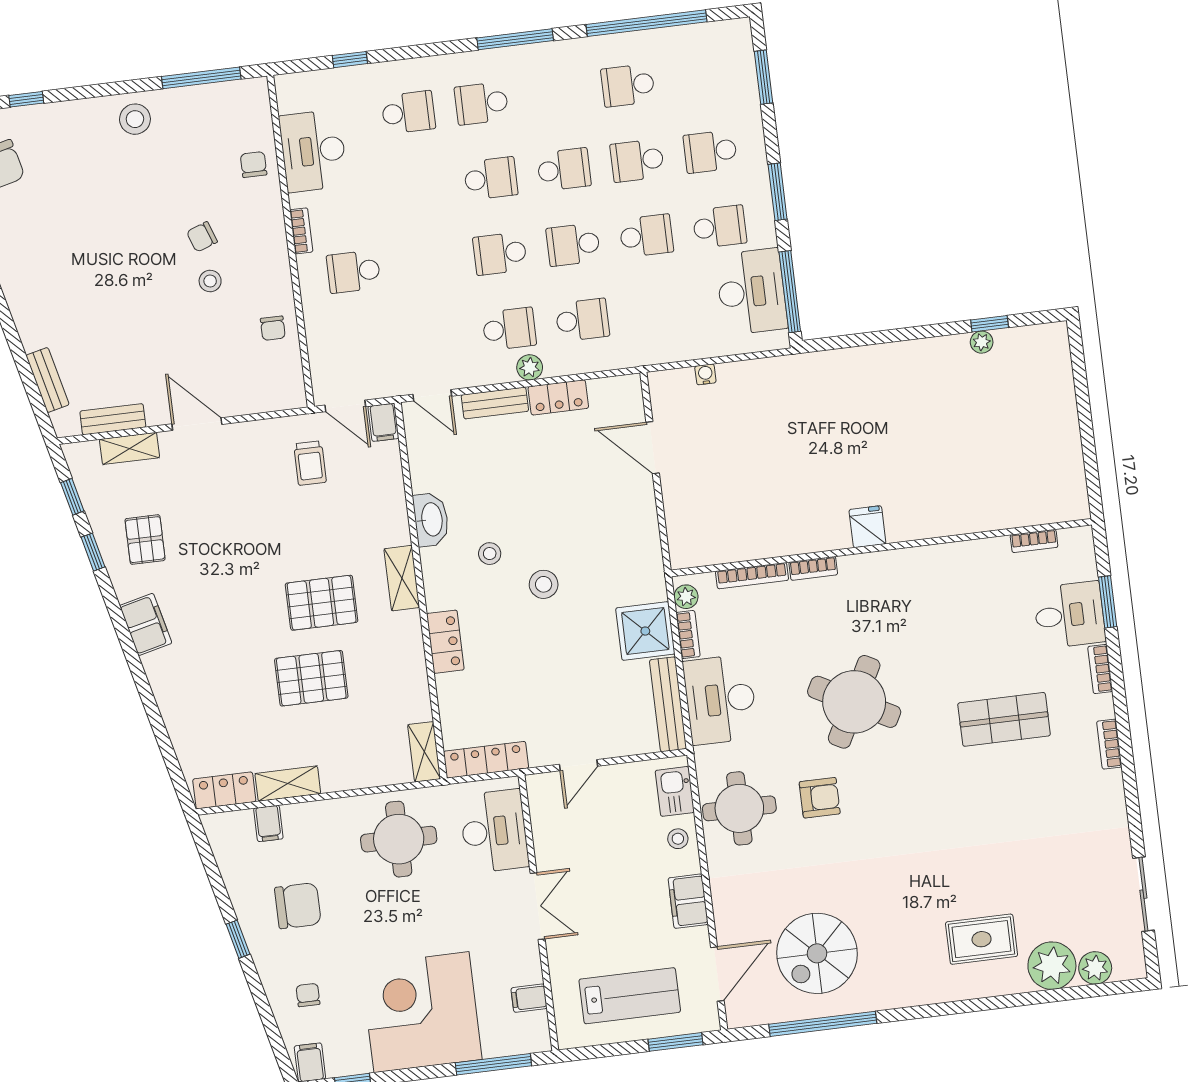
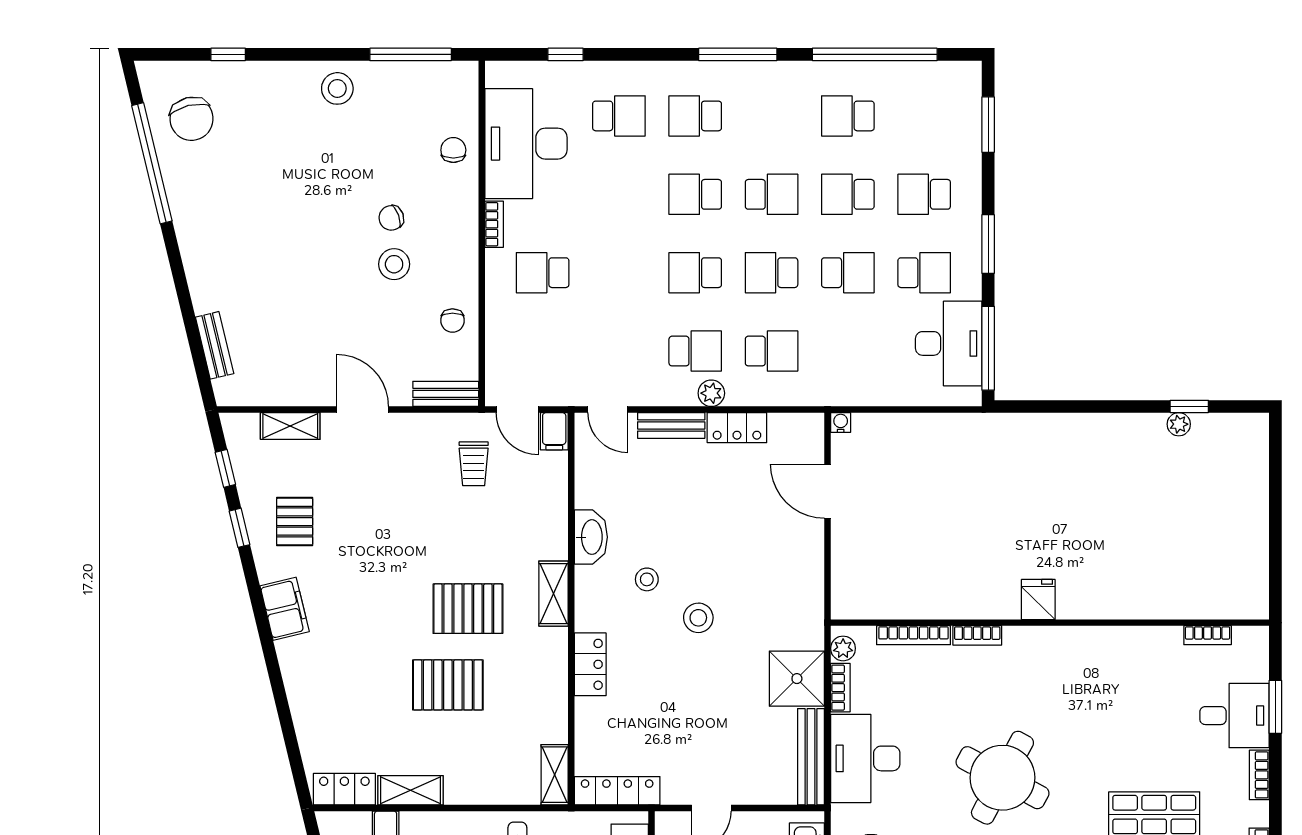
desk: (313, 151) -> (526, 144), width x1.36, depth x1.30
school desk: (491, 178) -> (695, 194), turned 180
stool: (210, 281) -> (394, 264), width x1.37, depth x1.37
water cooler: (705, 374) -> (841, 423), moved
bench: (113, 419) -> (446, 394), moved

